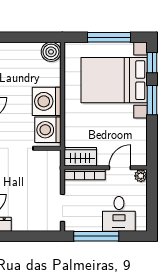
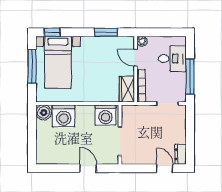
bed with nightstands: (114, 80) -> (58, 62), width x0.73
window: (152, 100) -> (106, 32), moved
washing machine: (47, 101) -> (64, 116), moved

